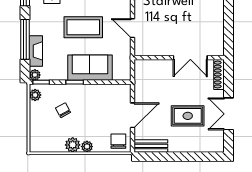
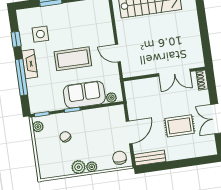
fireplace: (36, 51) -> (30, 64), moved
plant: (35, 75) -> (111, 98), moved
shoe rack: (219, 75) -> (202, 80), width x0.70

